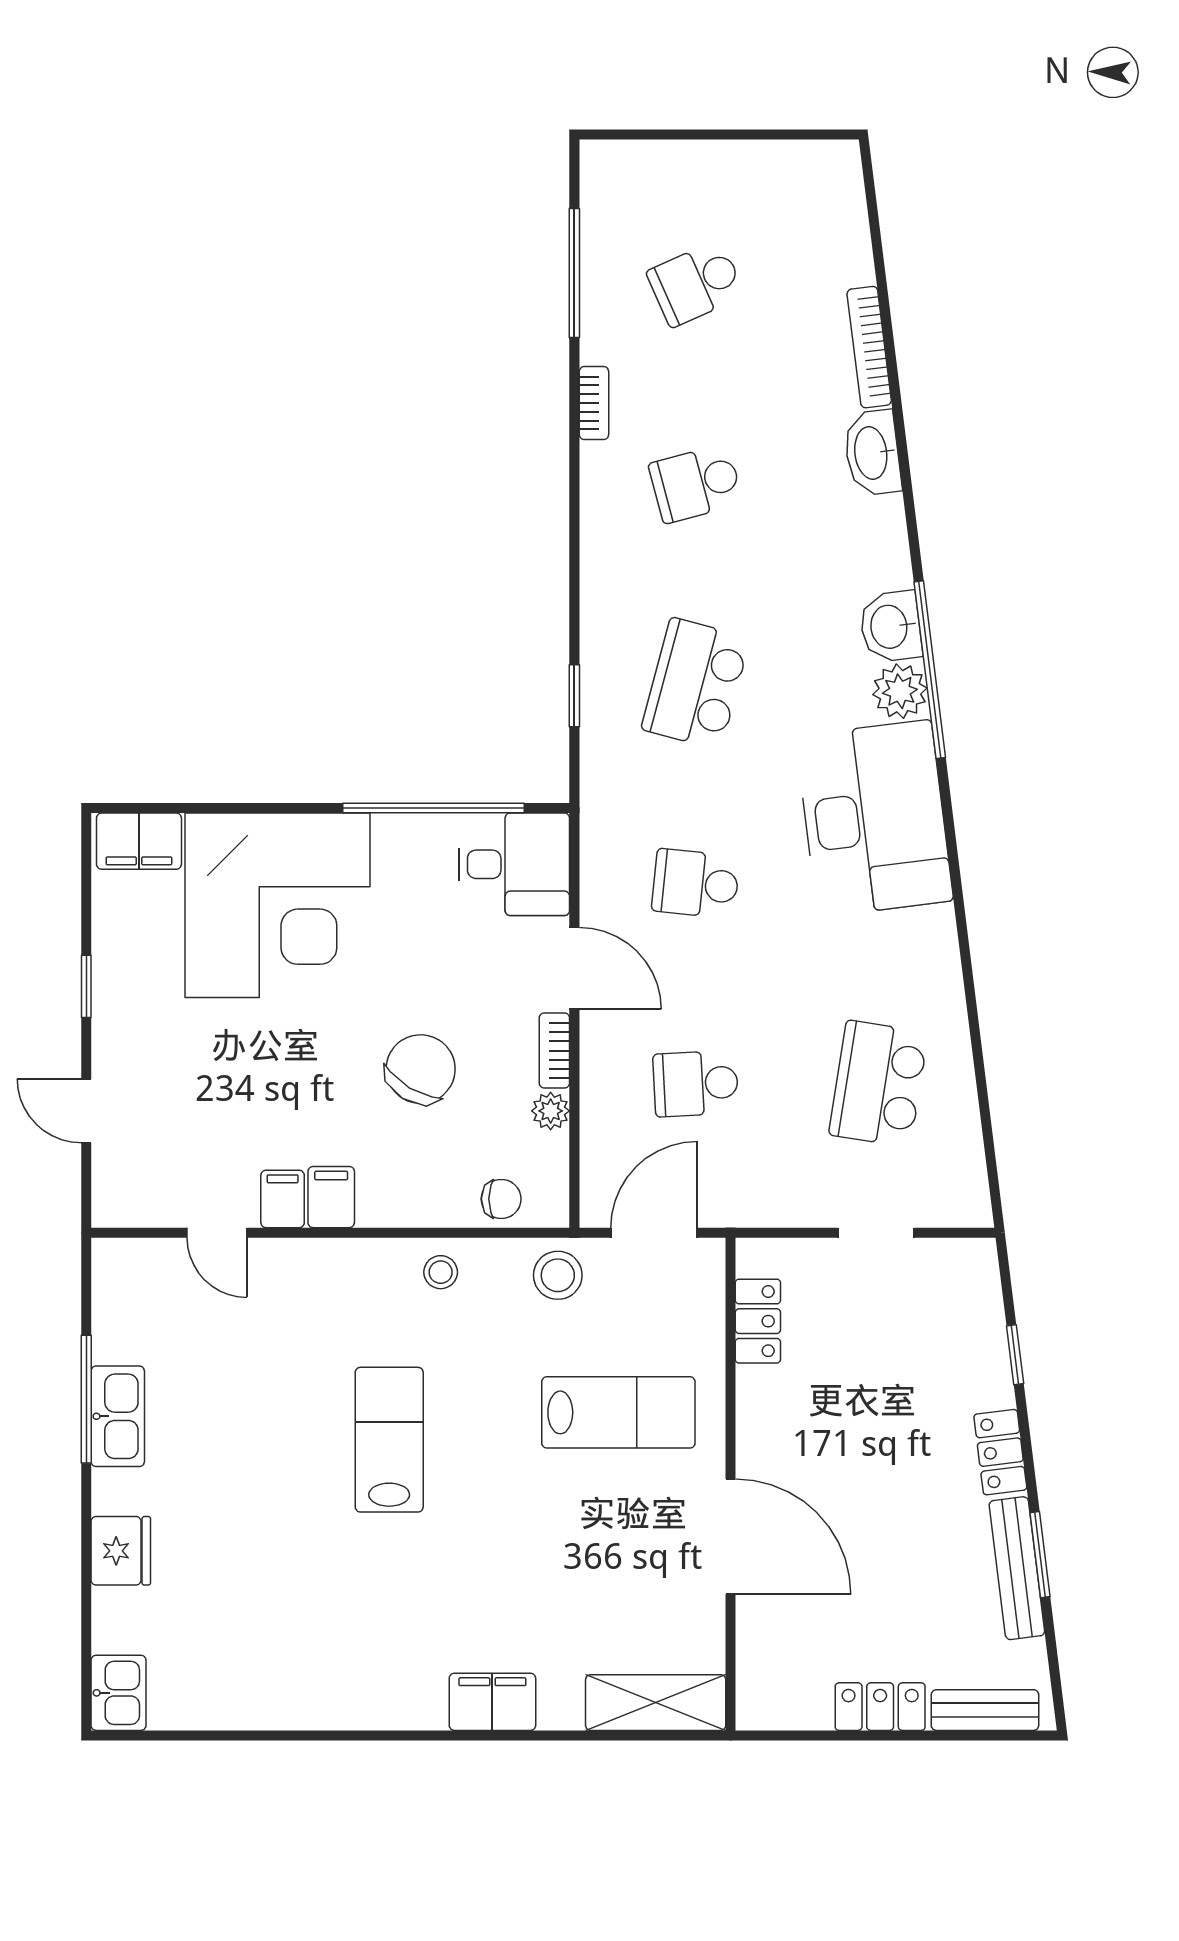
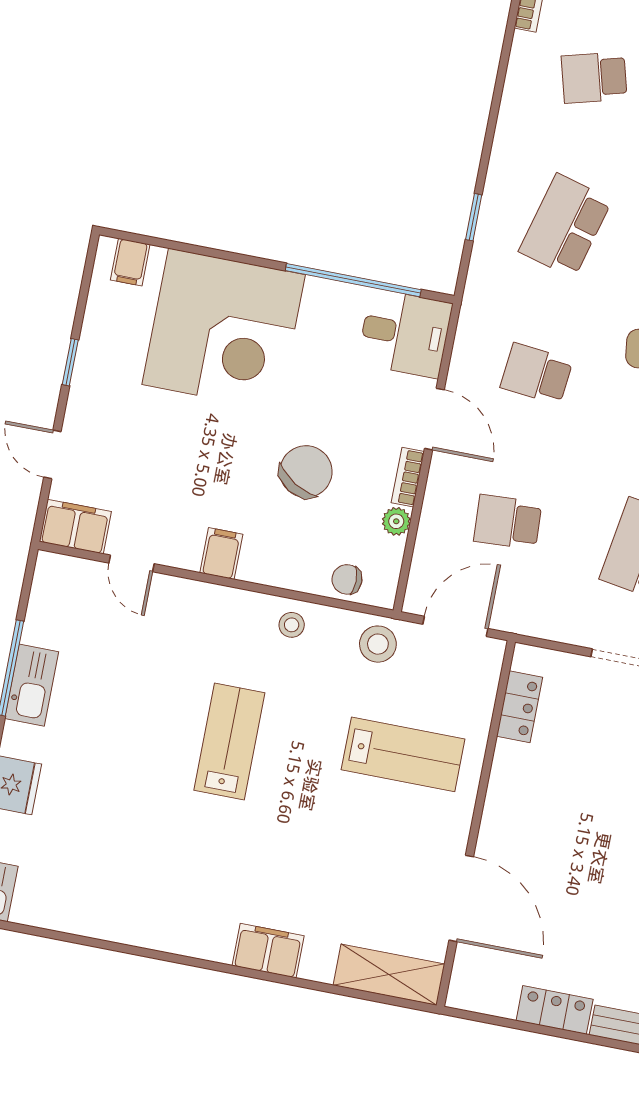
filing cabinet: (139, 841) -> (130, 262), width x0.50
filing cabinet: (283, 1199) -> (75, 527), moved, width x2.00
chair: (501, 1199) -> (347, 579), turned 180
door: (731, 1537) -> (461, 898), moved

